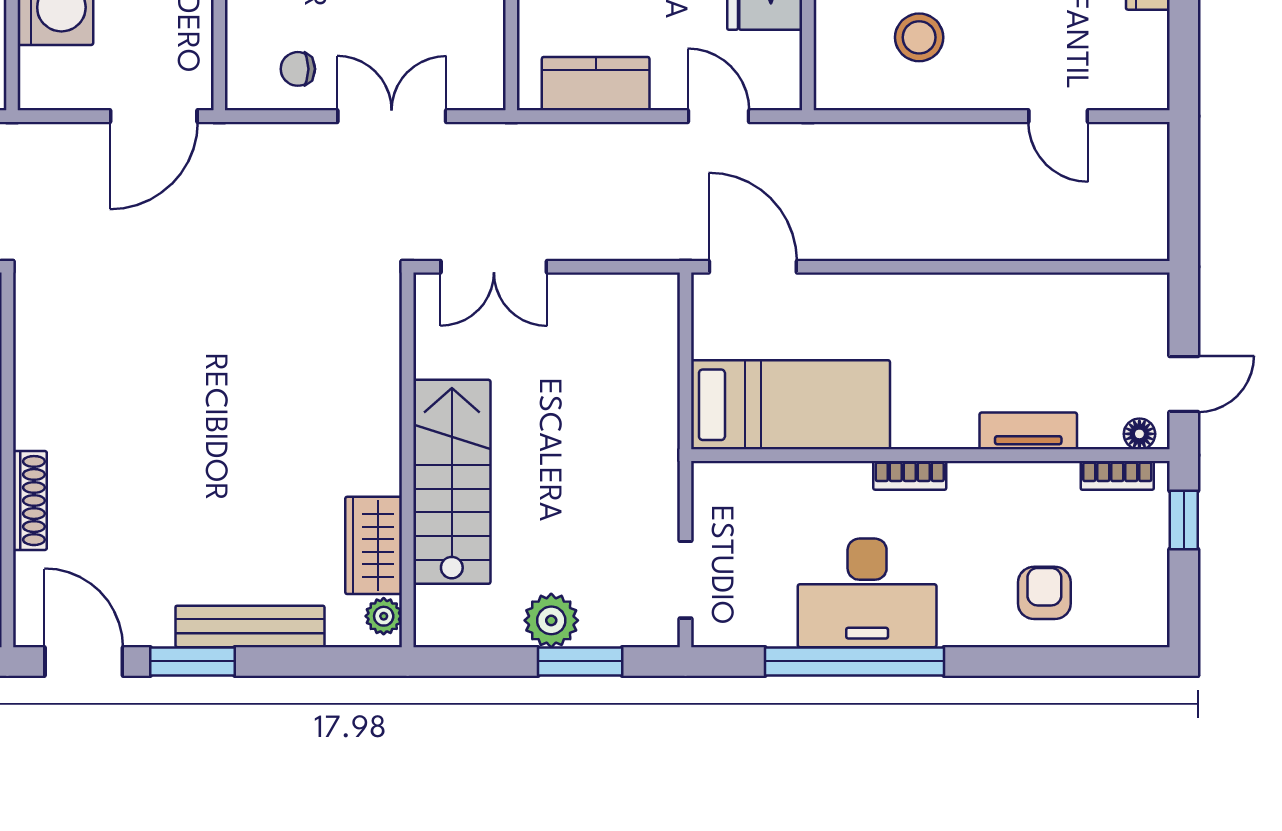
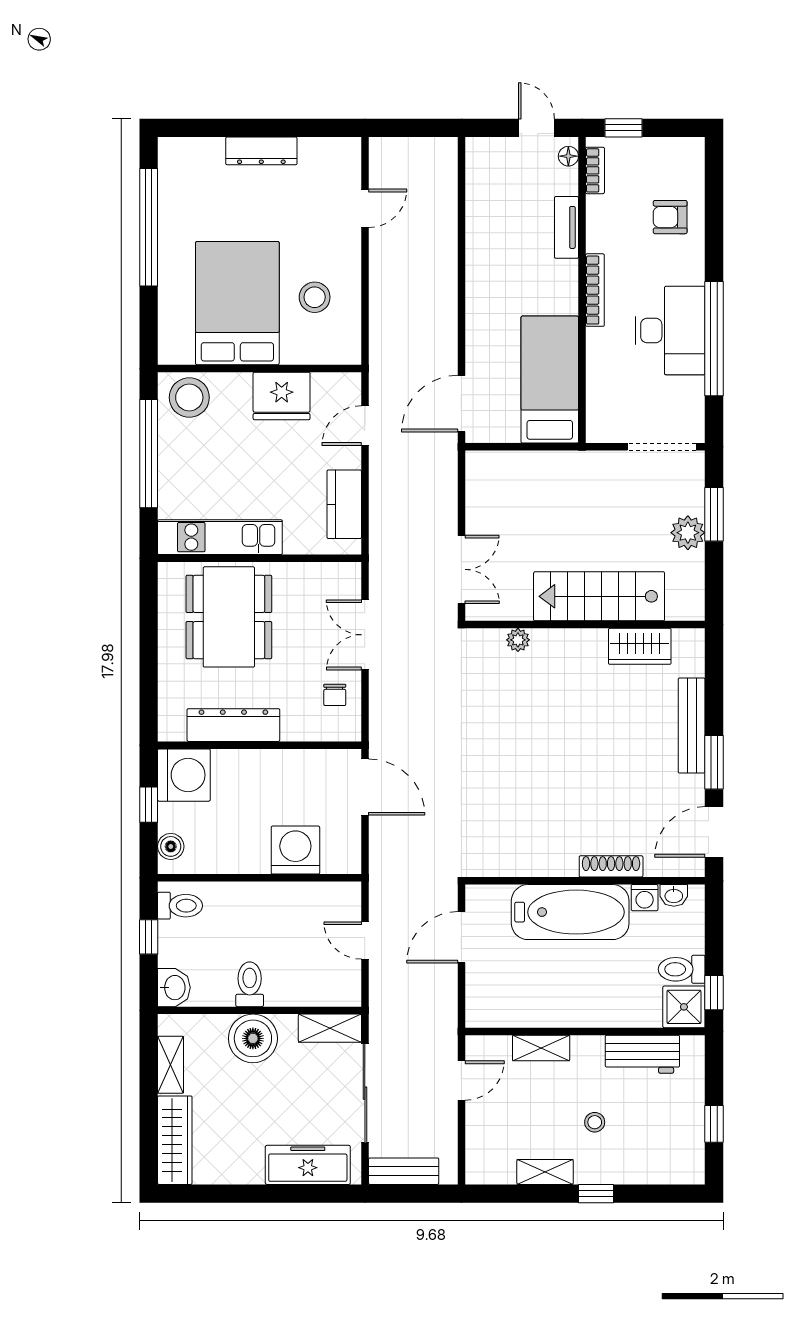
bookcase: (910, 475) -> (595, 290), width x1.56
doorway: (685, 580) -> (662, 447), width x1.38
plant: (384, 616) -> (518, 640), moved

